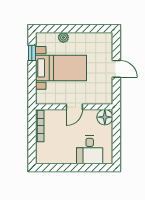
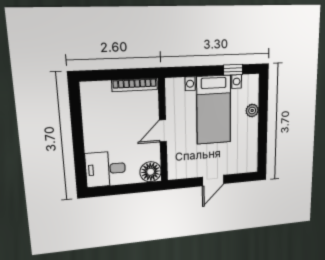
door: (74, 107) -> (163, 131), hinge flipped
desk: (90, 150) -> (106, 169), moved

